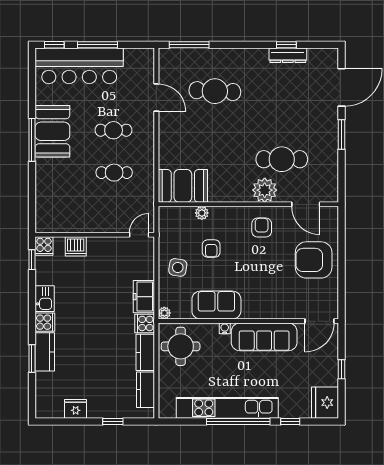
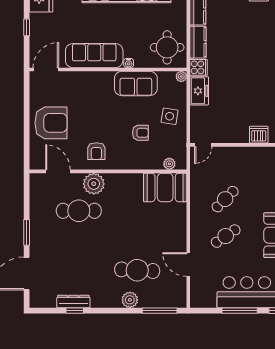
plant: (223, 57) -> (130, 300), added
cafe table: (114, 130) -> (226, 236), turned -34
cafe table: (114, 173) -> (225, 199), turned -45
plant: (202, 213) -> (169, 164), moved
armchair: (211, 249) -> (140, 133), turned 90

